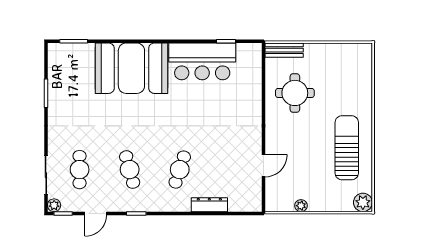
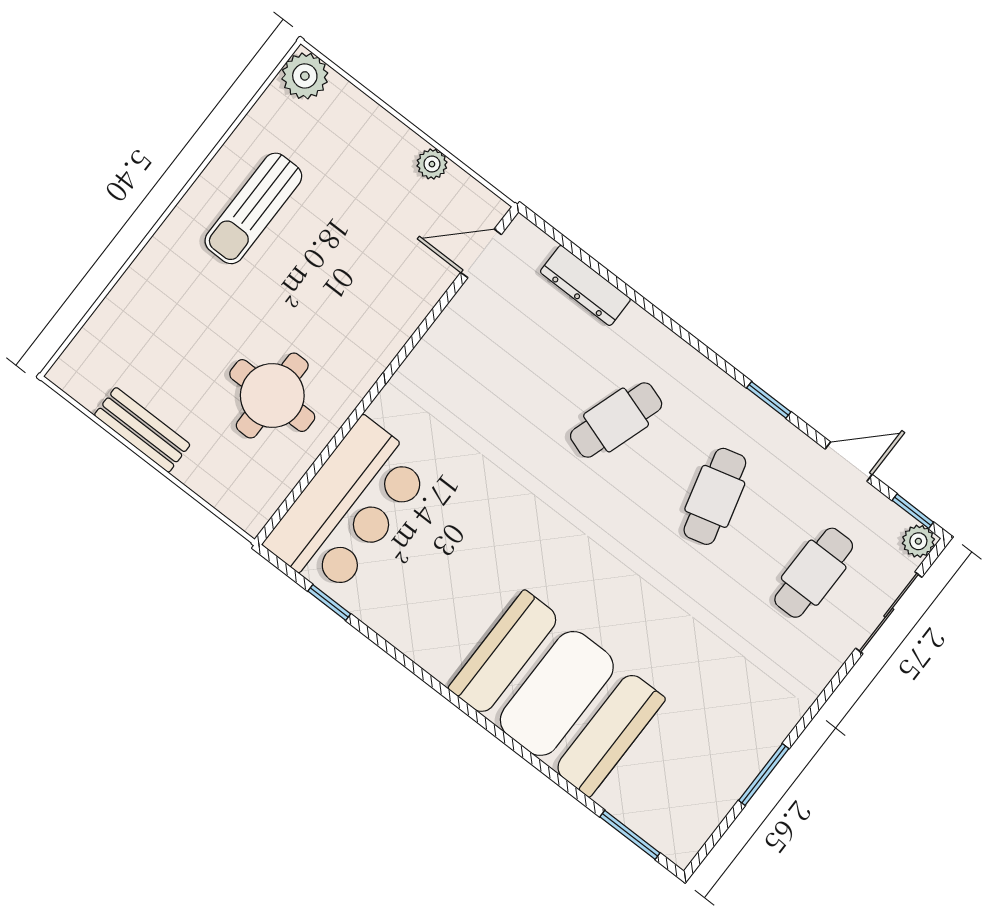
bench: (284, 50) -> (142, 430), moved
bar counter: (202, 61) -> (348, 507), moved, turned 90
sun lounger: (347, 148) -> (253, 208), width x0.73, depth x0.75
door: (263, 166) -> (481, 253), moved
dresser: (209, 205) -> (585, 285), moved

